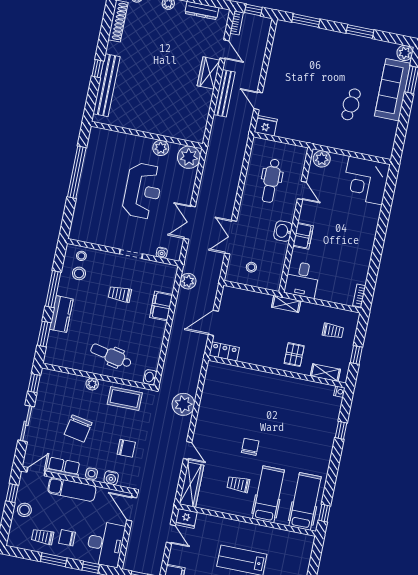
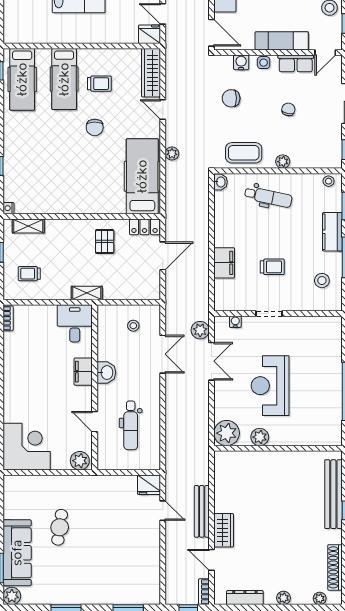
dental chair: (271, 181) -> (131, 425), turned 180
stool: (81, 256) -> (329, 181), moved
plant: (188, 281) -> (200, 330), moved
pallet: (294, 355) -> (105, 241), moved
hospital bed: (217, 396) -> (142, 176), added
plant: (183, 404) -> (172, 154), width x0.53, depth x0.53
chair: (78, 428) -> (288, 109), width x0.54, depth x0.54

